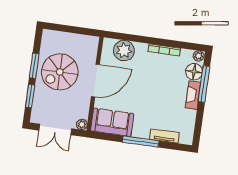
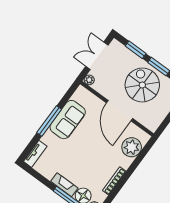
sofa: (112, 122) -> (68, 120), moved
tv unit: (164, 136) -> (35, 154), moved

